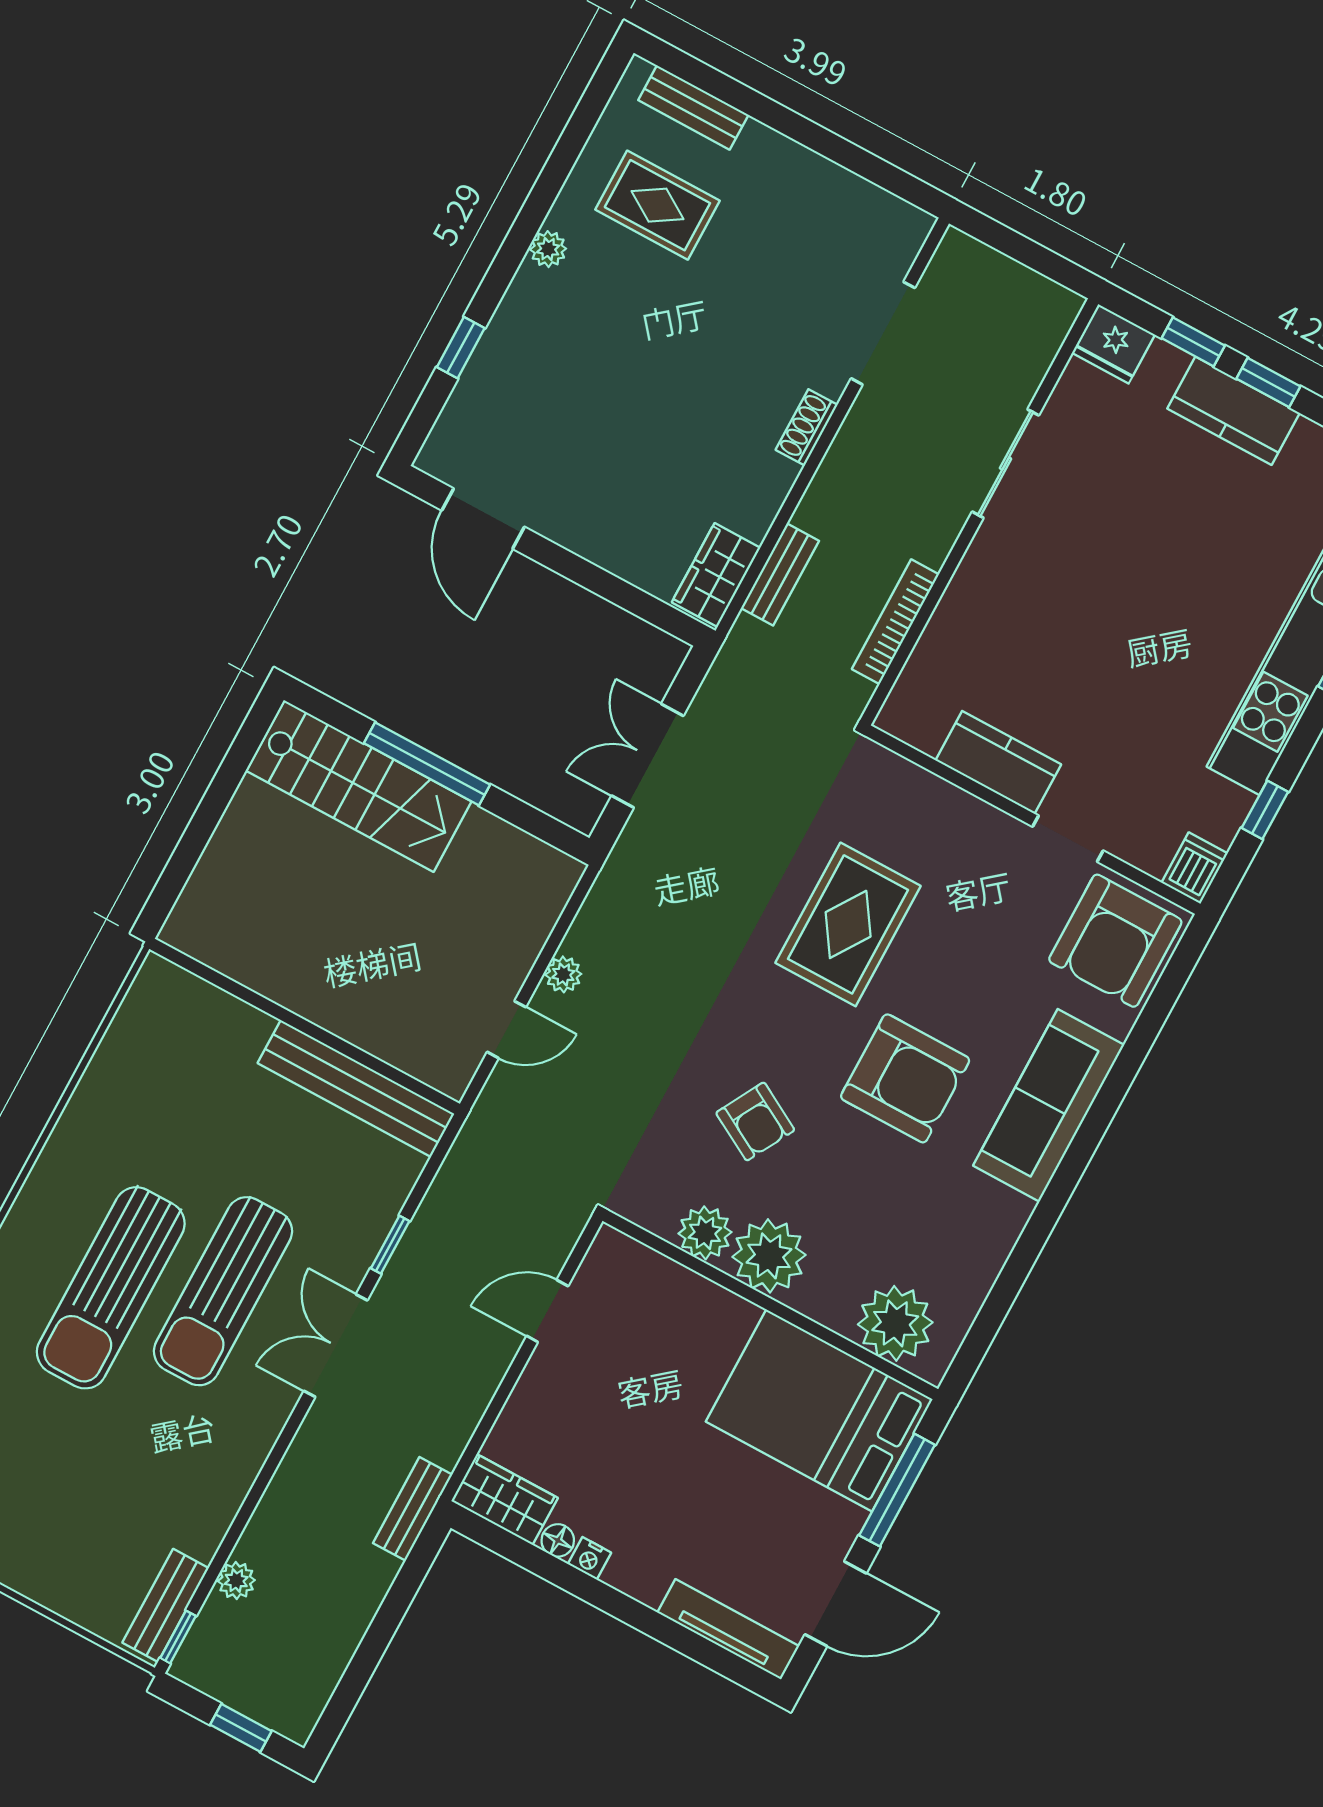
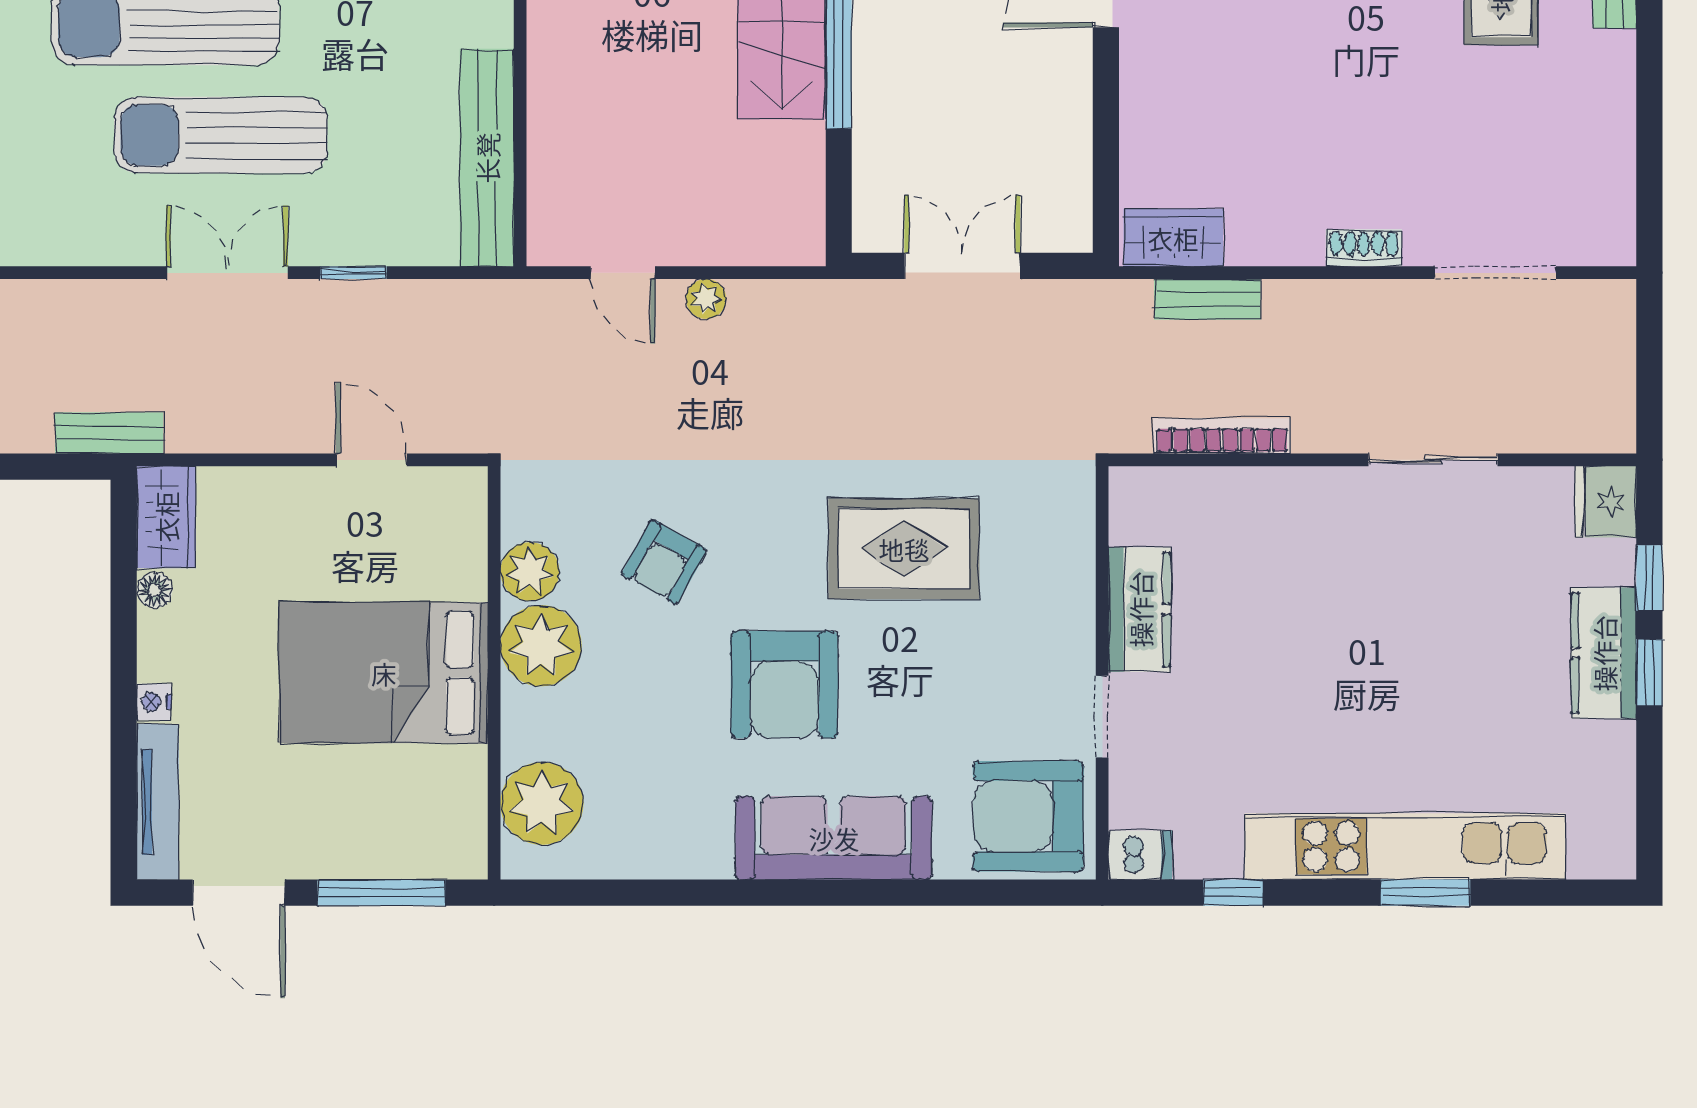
bed: (819, 1410) -> (384, 673), moved, turned -90
nightstand: (589, 1558) -> (154, 702), moved

